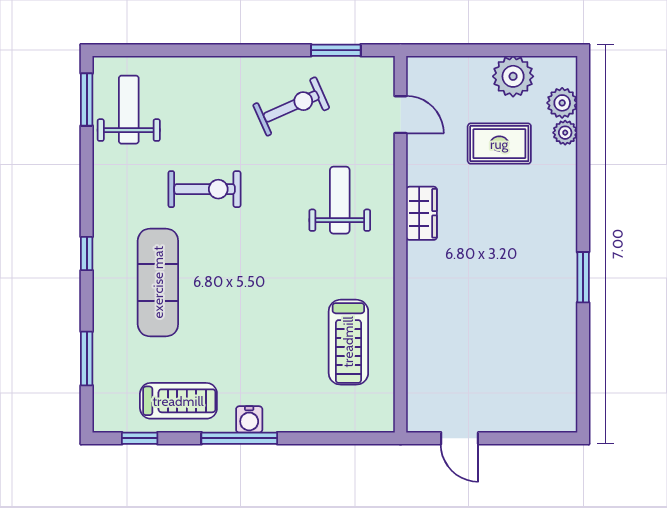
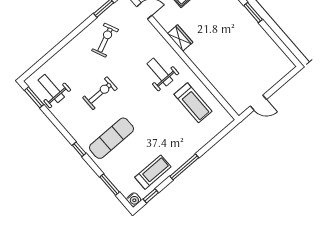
weight bench: (340, 200) -> (160, 72), moved
exercise mat: (158, 282) -> (111, 138), turned 90
water cooler: (249, 419) -> (134, 200), moved

